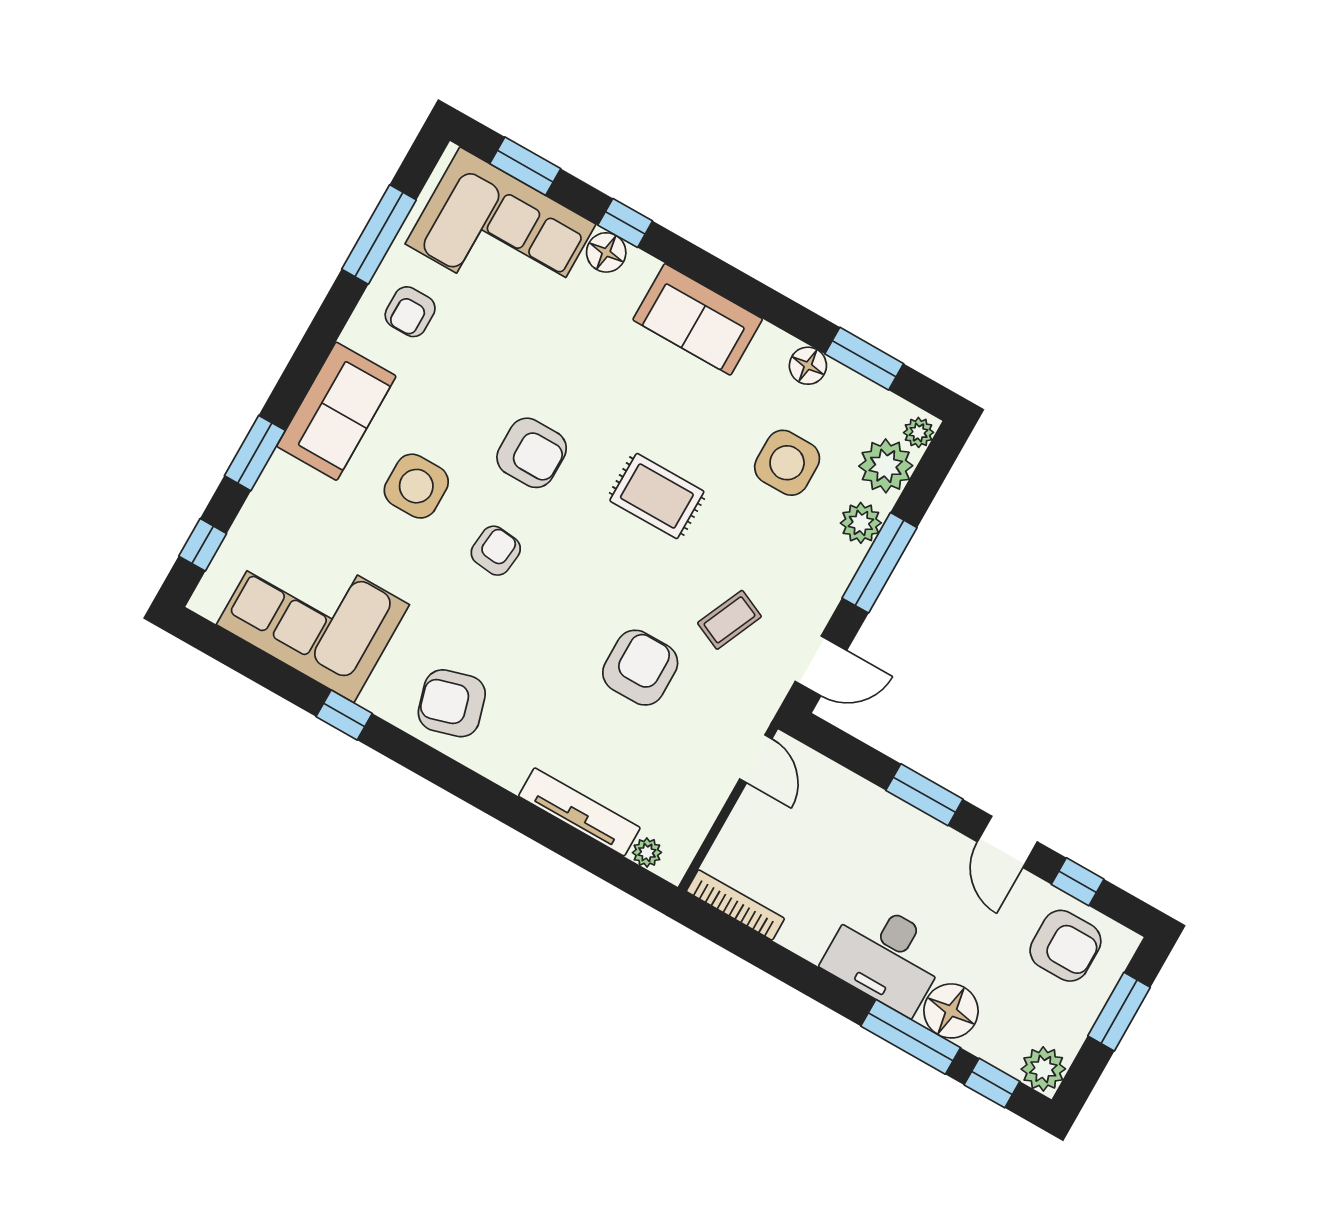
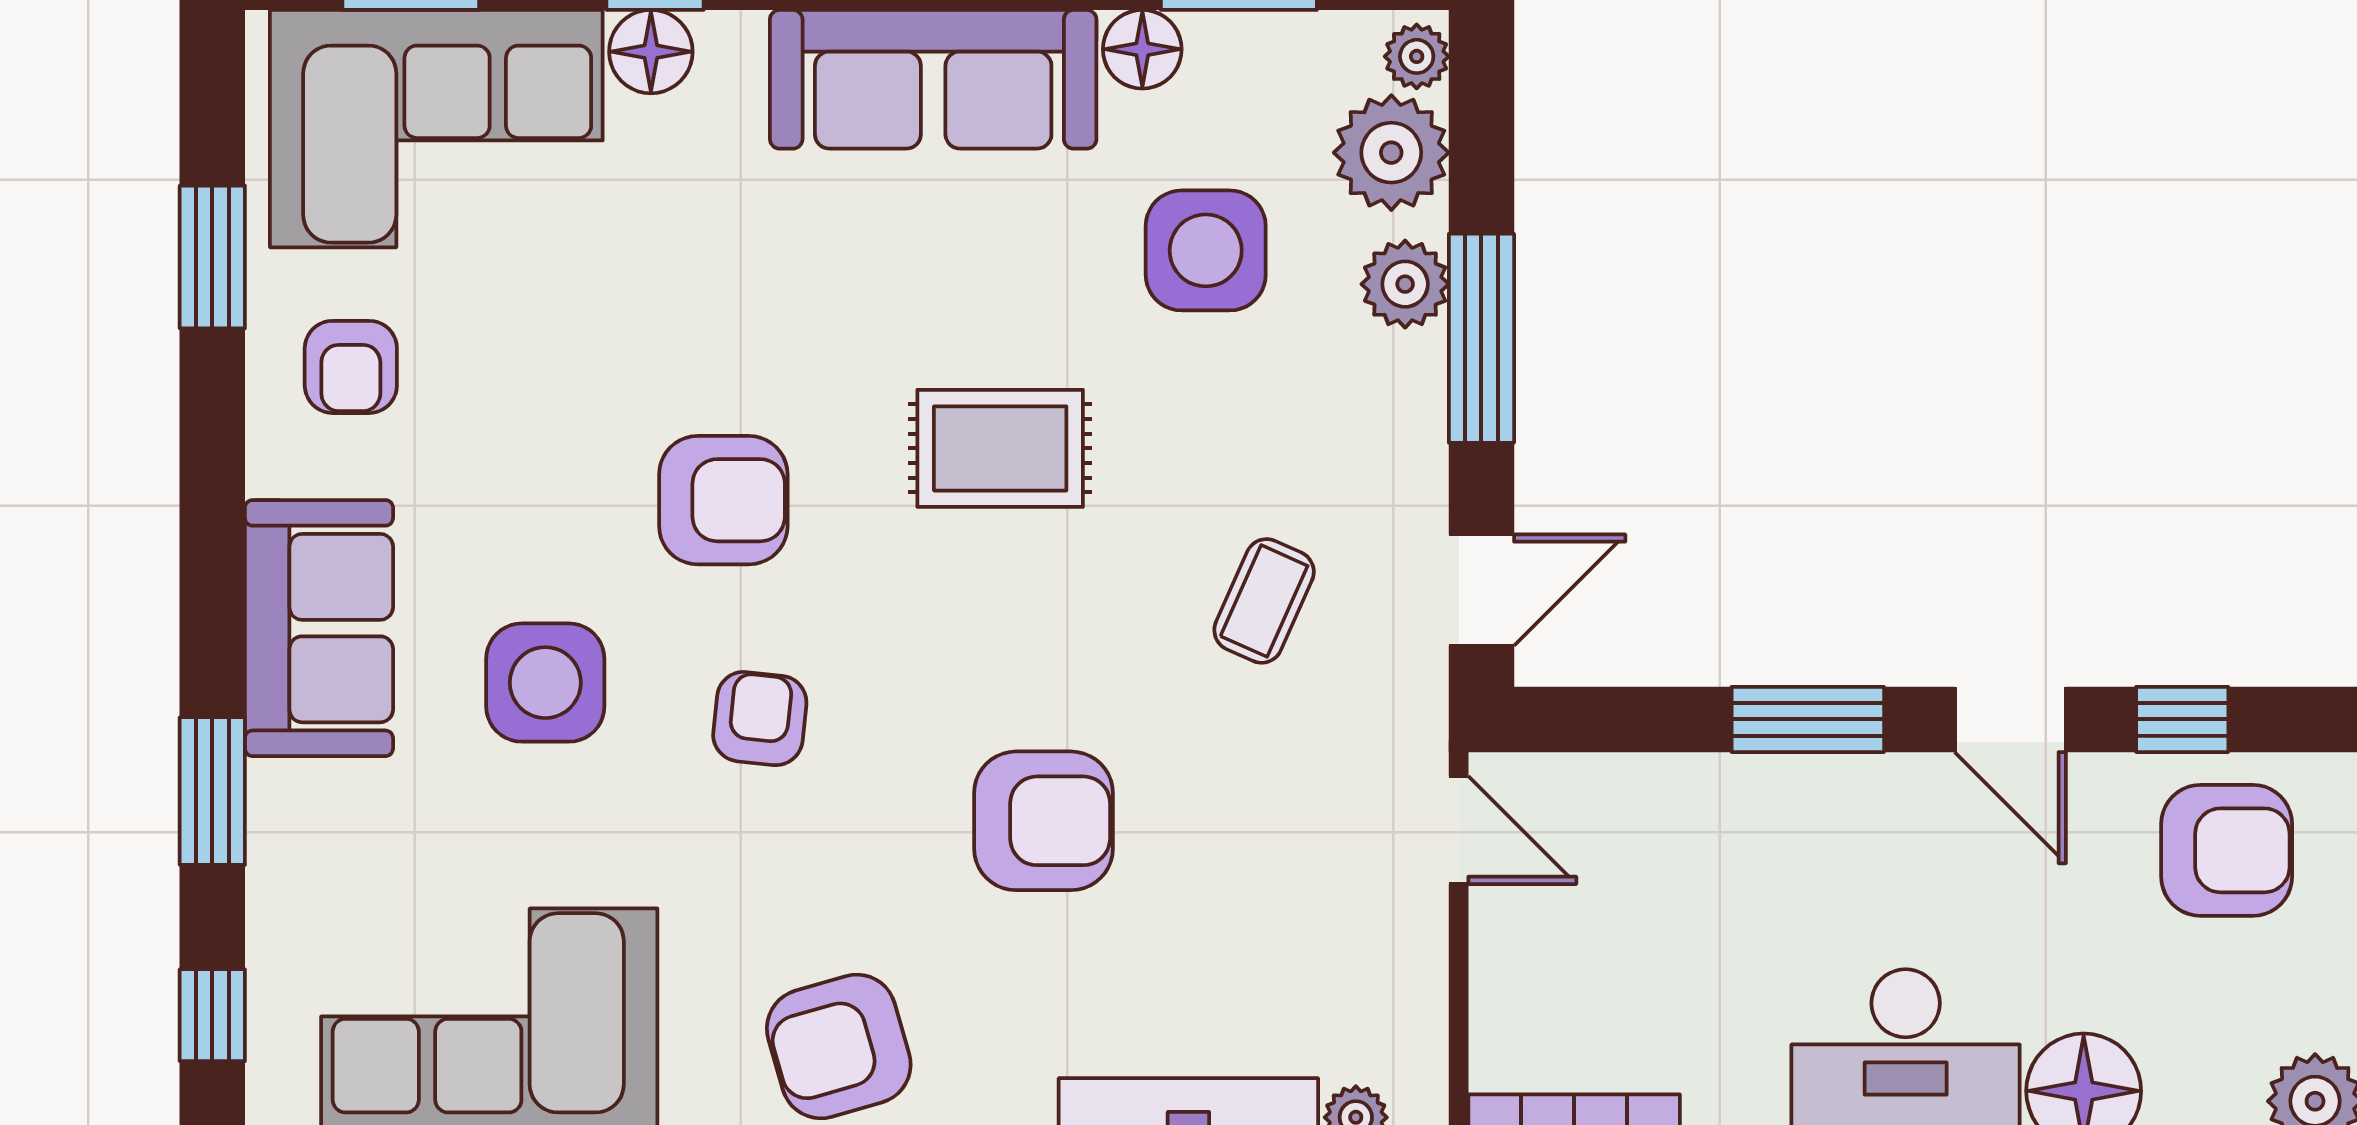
window: (379, 235) -> (212, 257), width x0.69
sofa: (698, 319) -> (933, 79), width x1.36
armchair: (640, 668) -> (1043, 821), moved, turned 90

